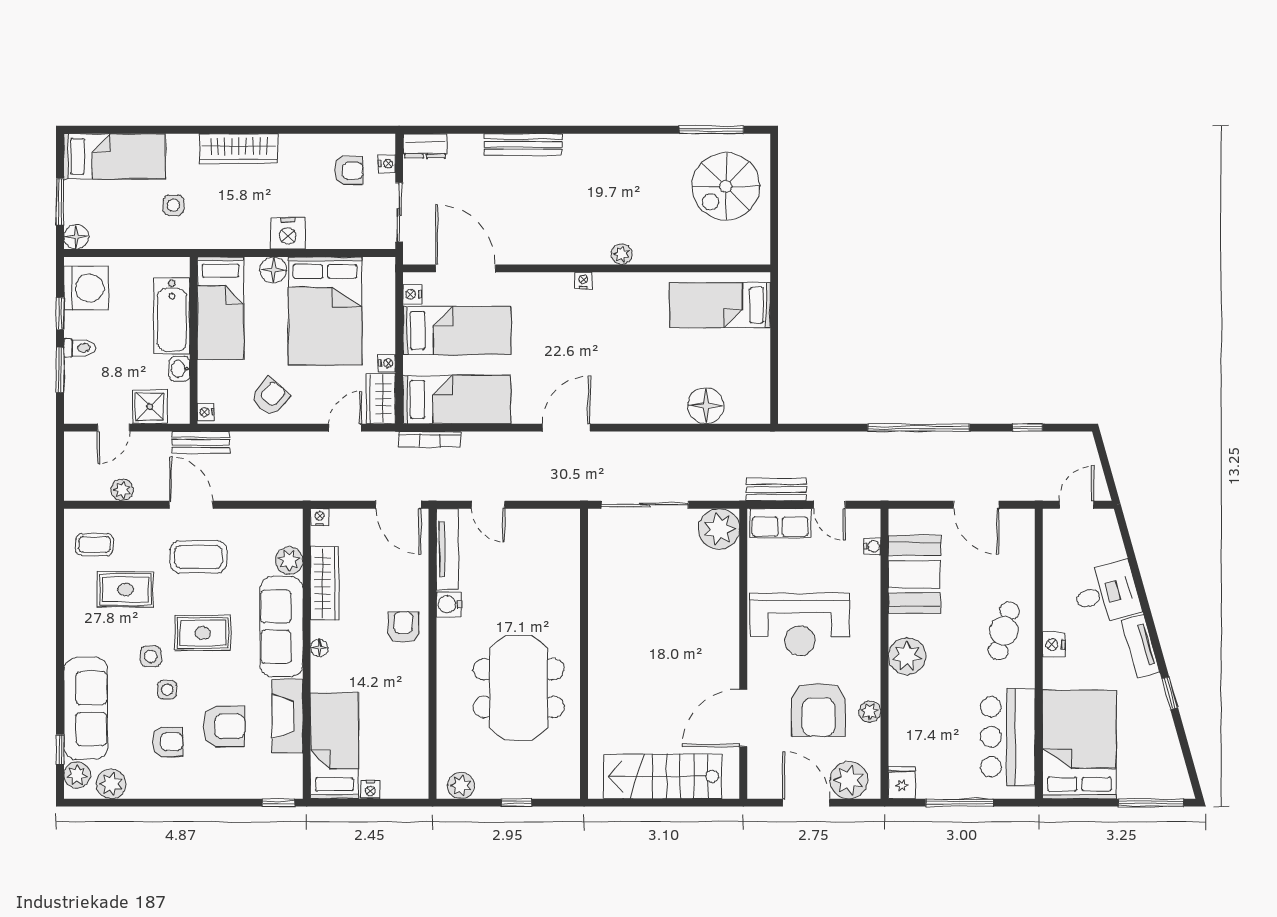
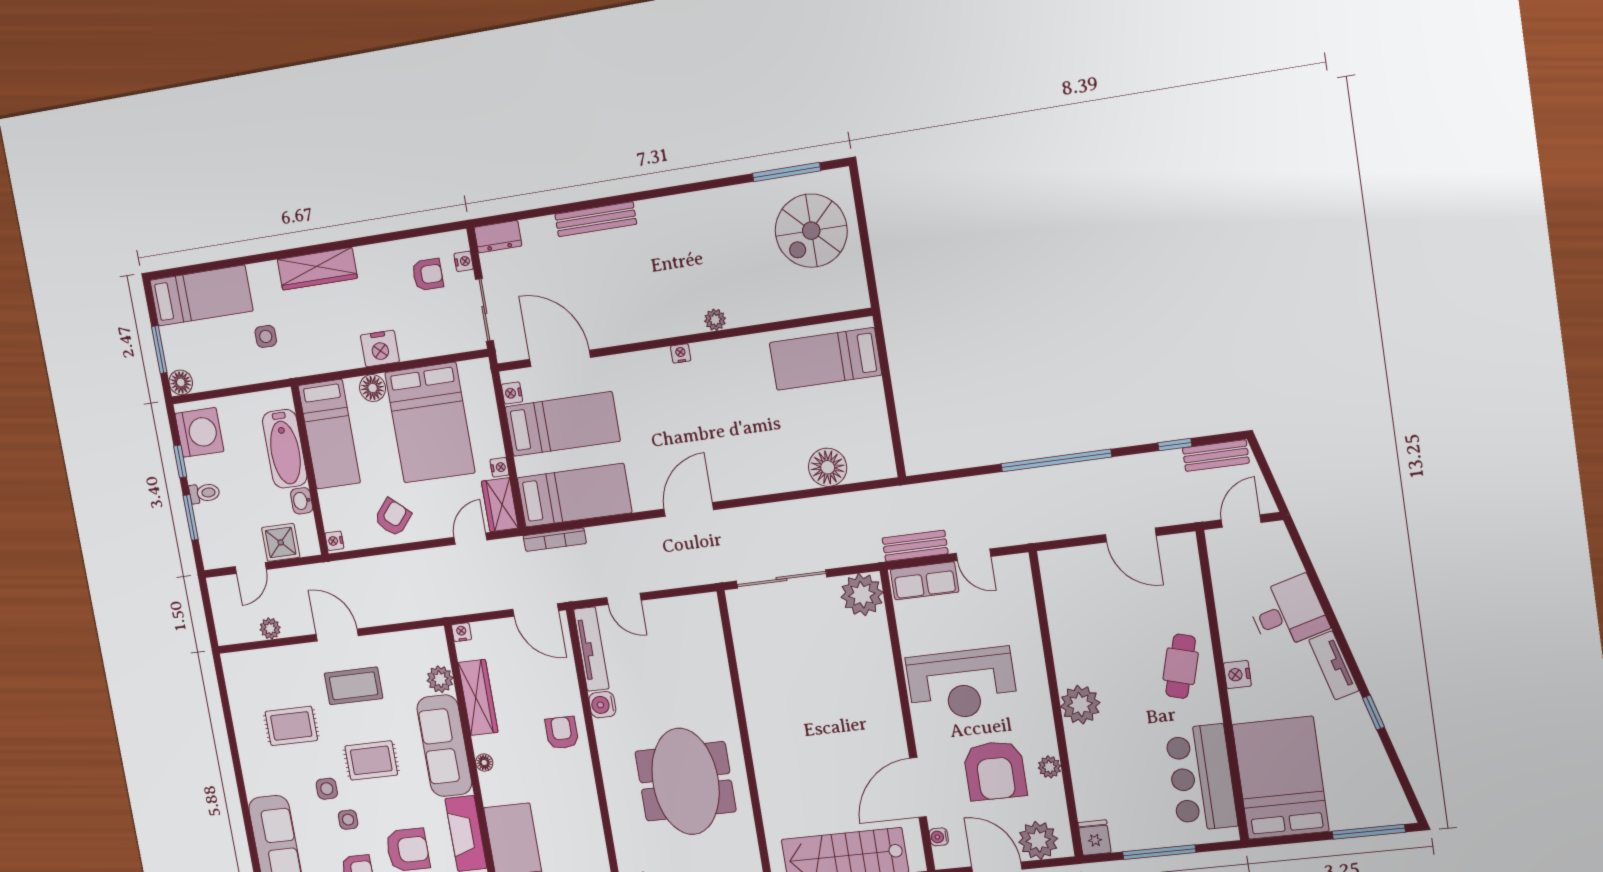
bench: (201, 442) -> (1216, 456), moved
coffee table: (95, 545) -> (255, 686), removed
water cooler: (872, 546) -> (939, 837), moved, turned 180
booth: (915, 574) -> (1075, 617), removed

